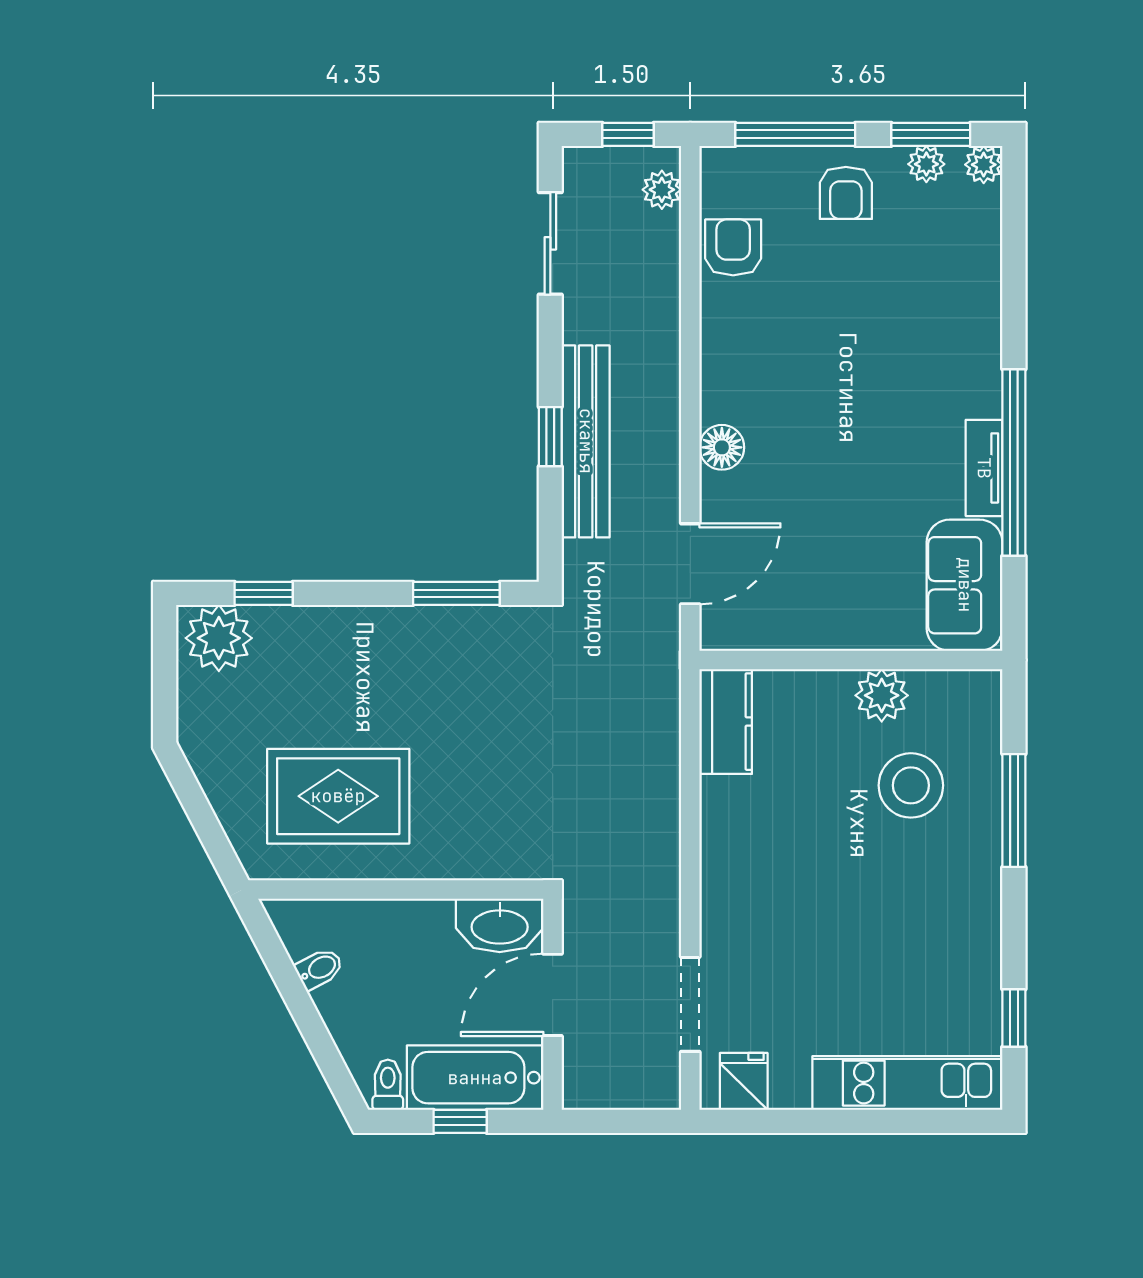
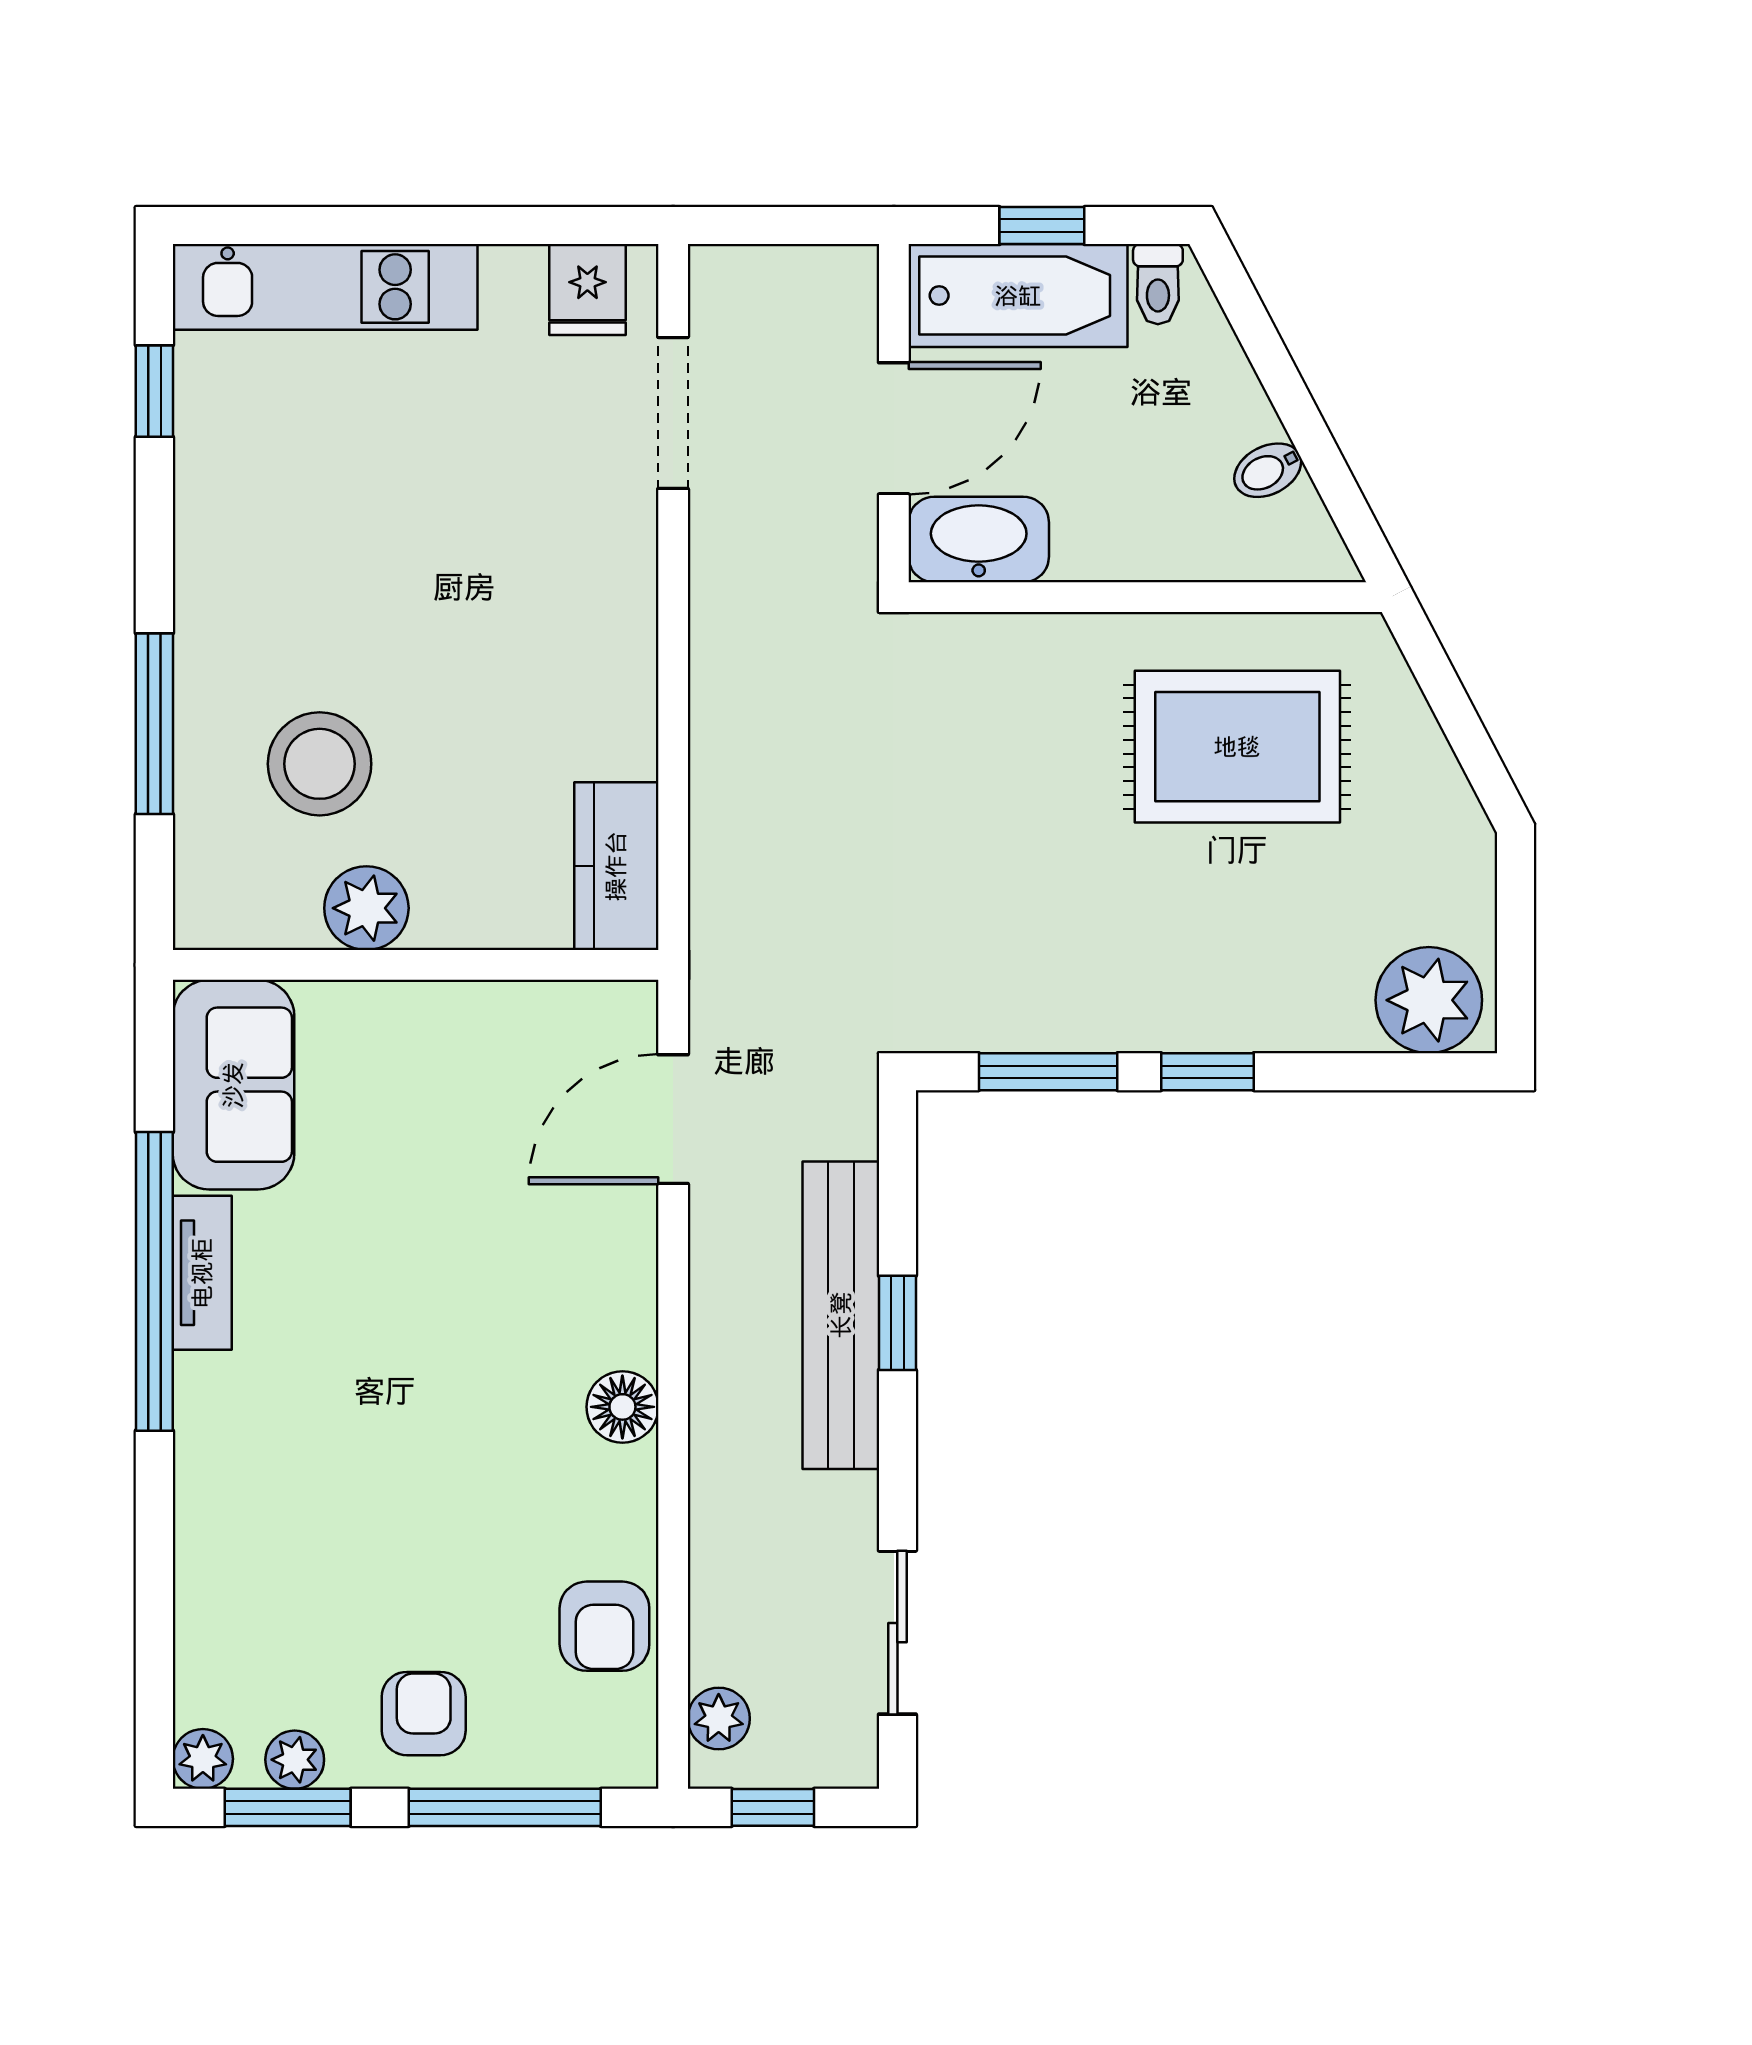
floor lamp: (722, 447) -> (622, 1407), moved
window: (264, 593) -> (1207, 1072), moved

